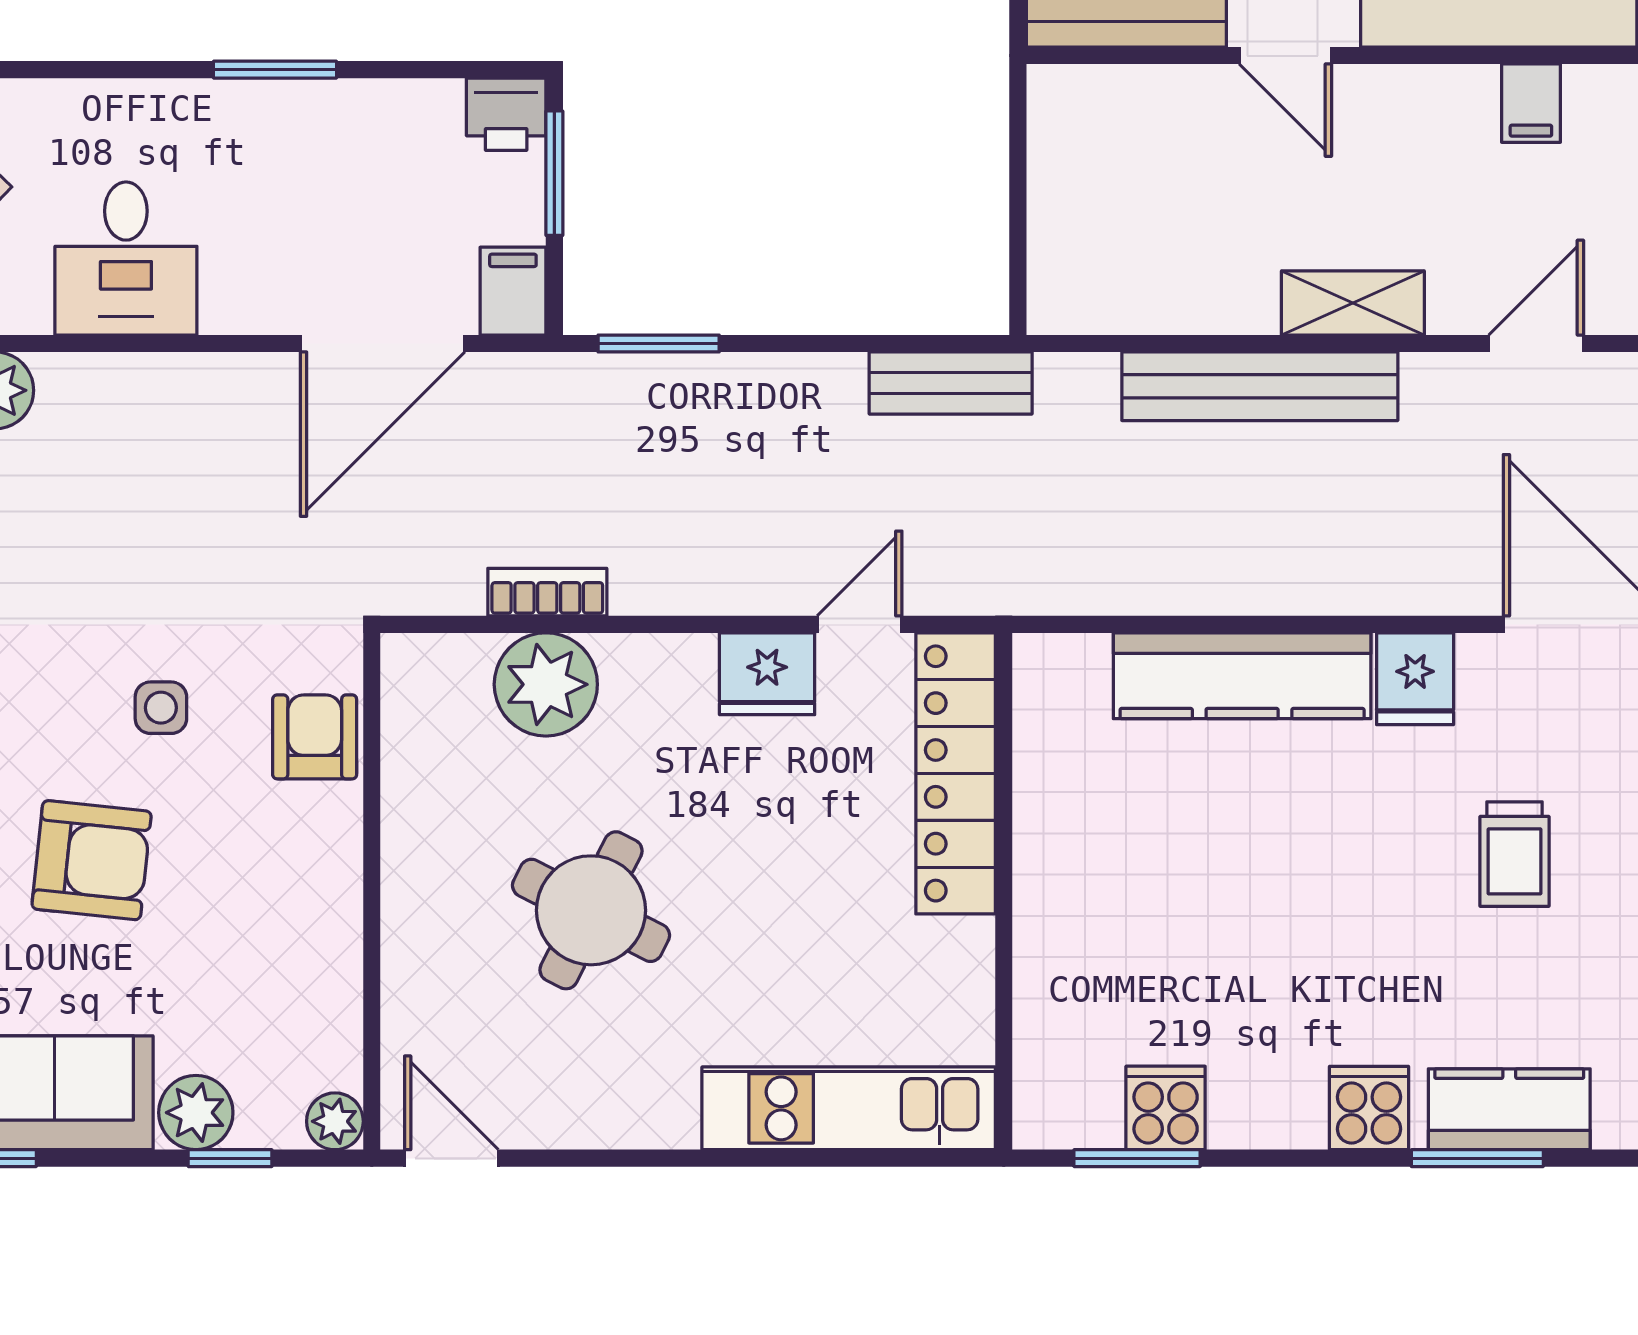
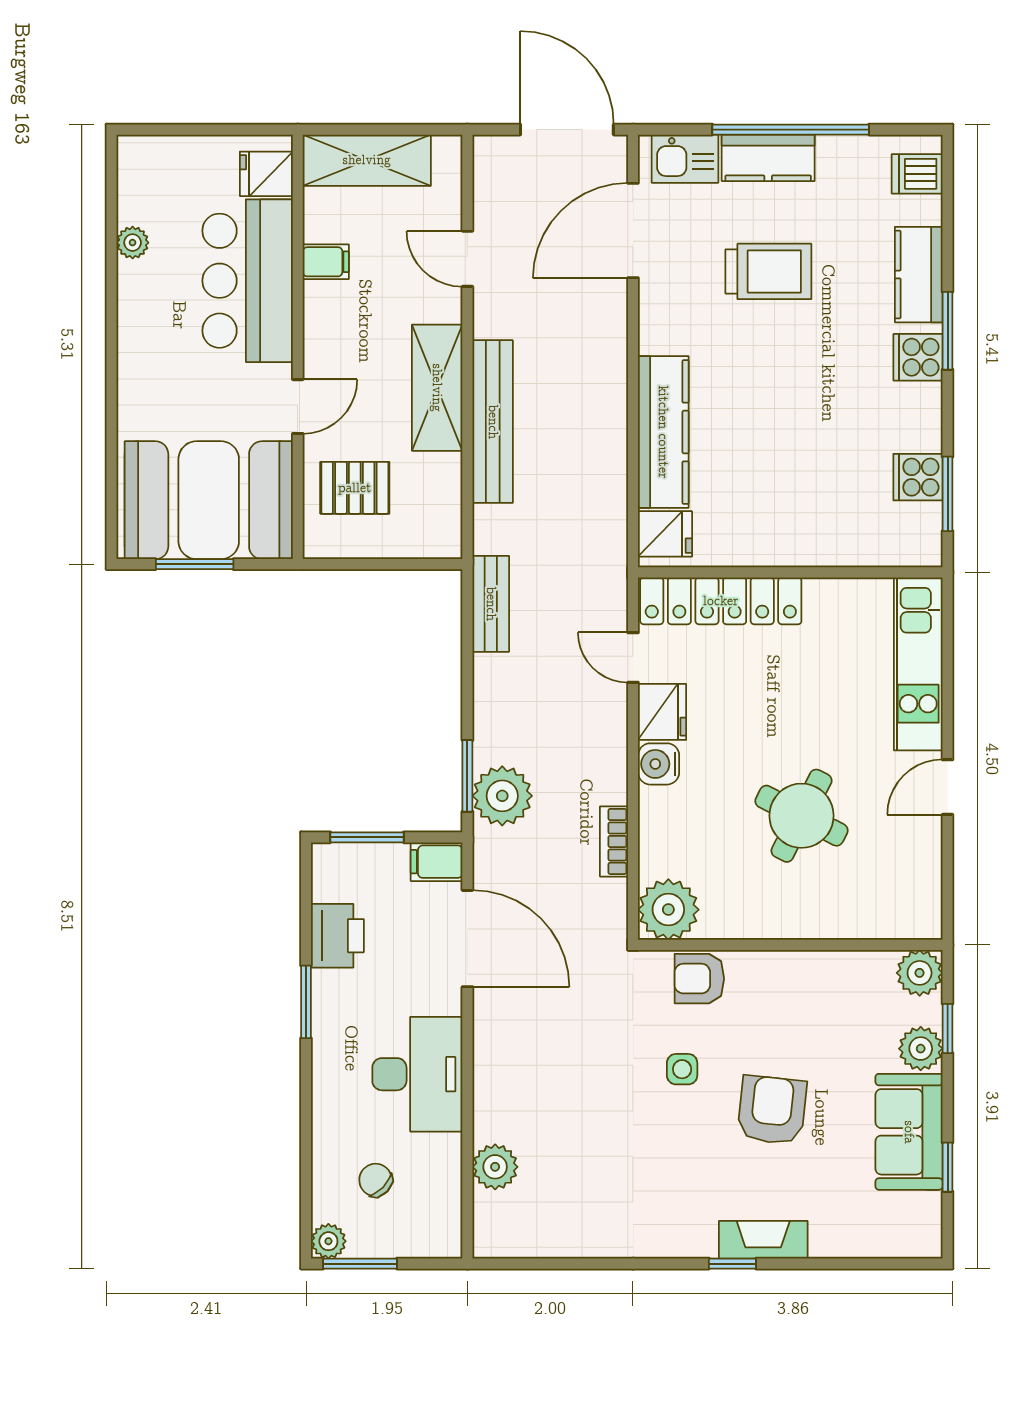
printer: (506, 114) -> (337, 936), moved, width x1.36, depth x1.24
pallet: (1147, 152) -> (355, 488), added
desk: (126, 259) -> (417, 1074), width x1.37
shelving: (1353, 303) -> (437, 388), width x1.50, depth x1.33
plant: (625, 403) -> (502, 796), added
water cooler: (679, 668) -> (659, 764), added
fridge: (1415, 679) -> (665, 534), moved
plant: (546, 684) -> (668, 910), moved
trolley: (1515, 854) -> (768, 271), width x1.36, depth x1.39
plant: (335, 1121) -> (920, 973), width x1.38, depth x1.38
door: (451, 1158) -> (948, 787), moved
window: (1477, 1158) -> (948, 331), moved

